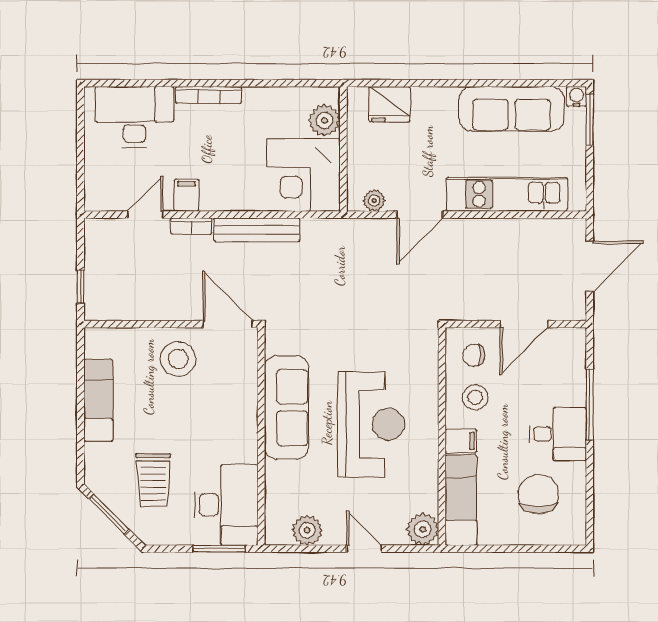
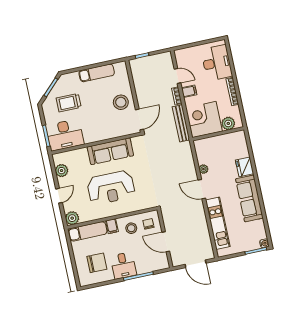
sofa: (512, 109) -> (249, 198), moved
plant: (324, 120) -> (228, 123), moved
wall: (343, 149) -> (218, 134), moved
corner desk: (303, 175) -> (204, 120), moved

